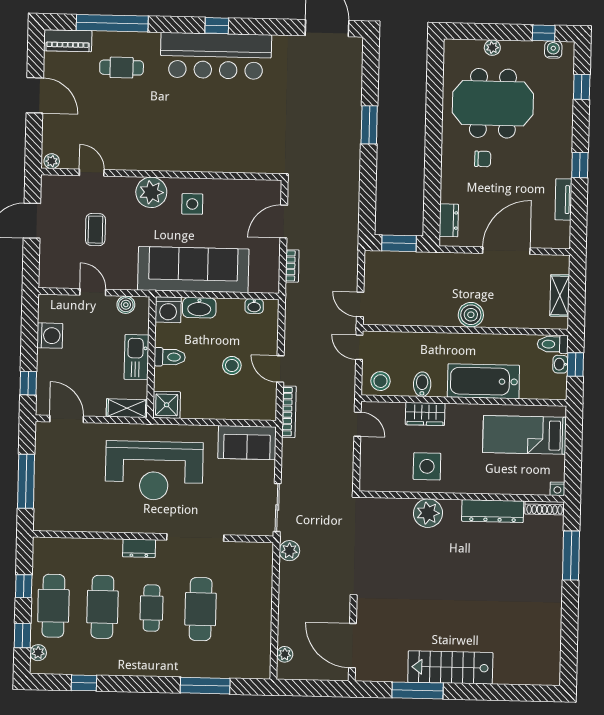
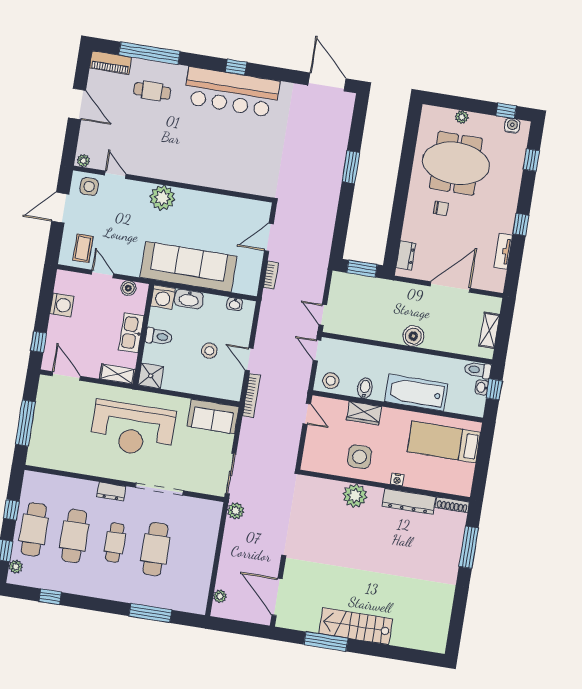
side table: (192, 204) -> (89, 187), moved
coffee table: (95, 230) -> (83, 248), moved
nightstand: (557, 489) -> (397, 479), moved

